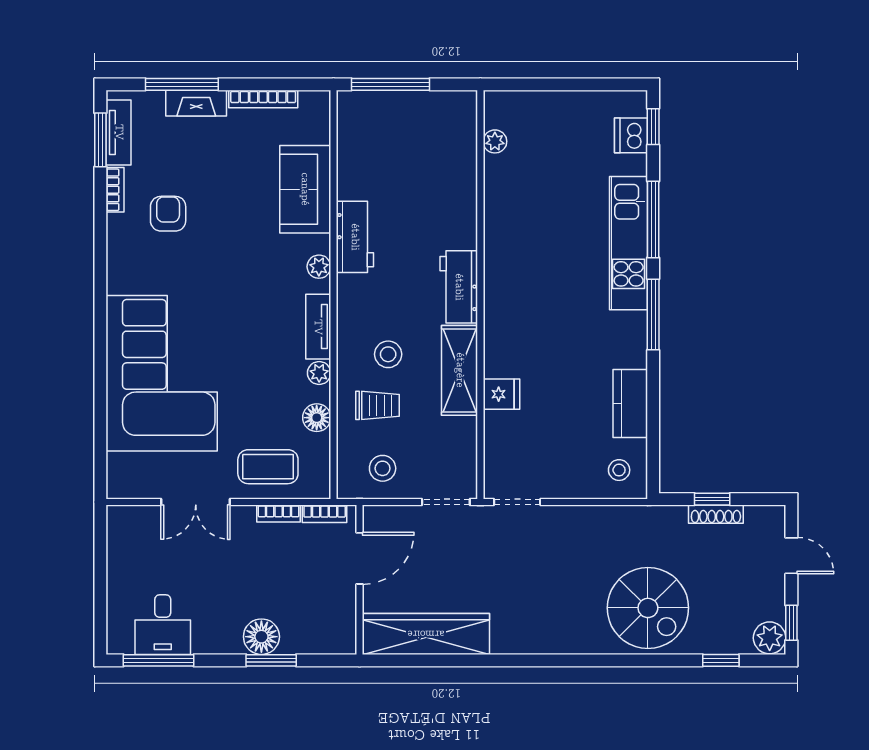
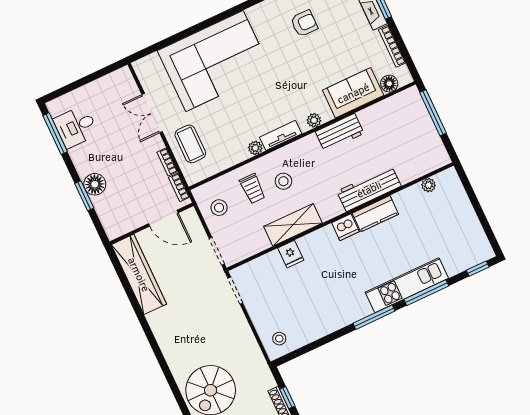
dishwasher: (631, 135) -> (345, 227), moved, turned 180
workbench: (459, 287) -> (369, 189), moved, width x1.38
kitchen counter: (630, 404) -> (375, 214), moved, turned 180
floor lamp: (317, 418) -> (389, 84), moved

